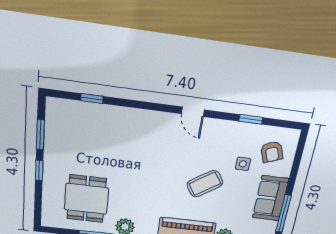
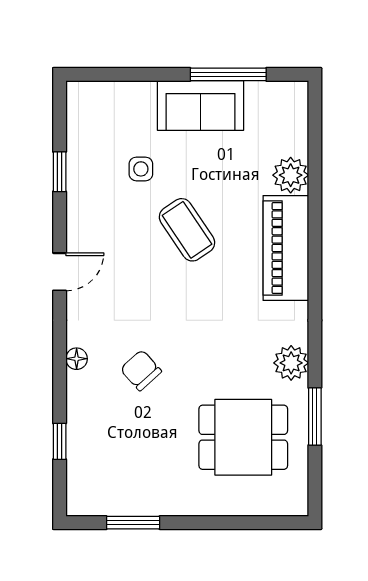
floor lamp: (140, 115) -> (77, 359), added
chair: (130, 150) -> (141, 370), added
armchair: (272, 152) -> (112, 123), removed
window: (39, 170) -> (199, 523), removed

